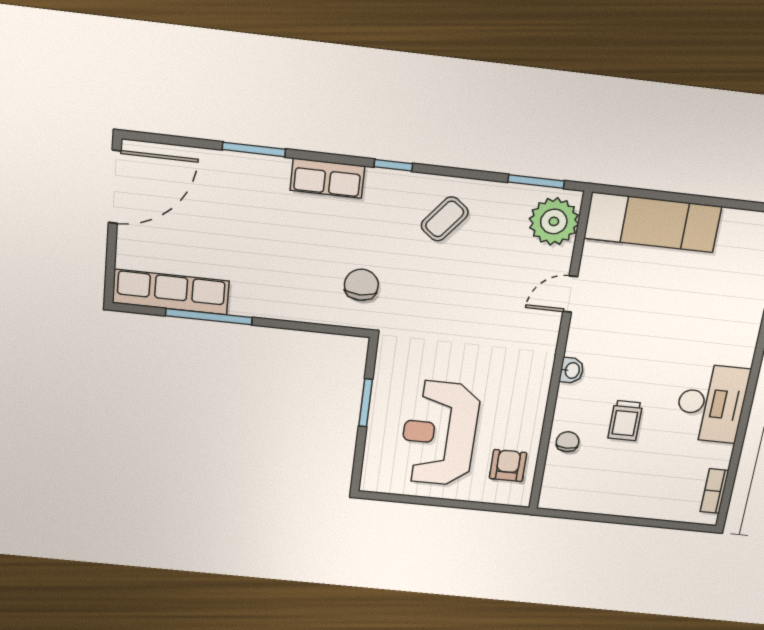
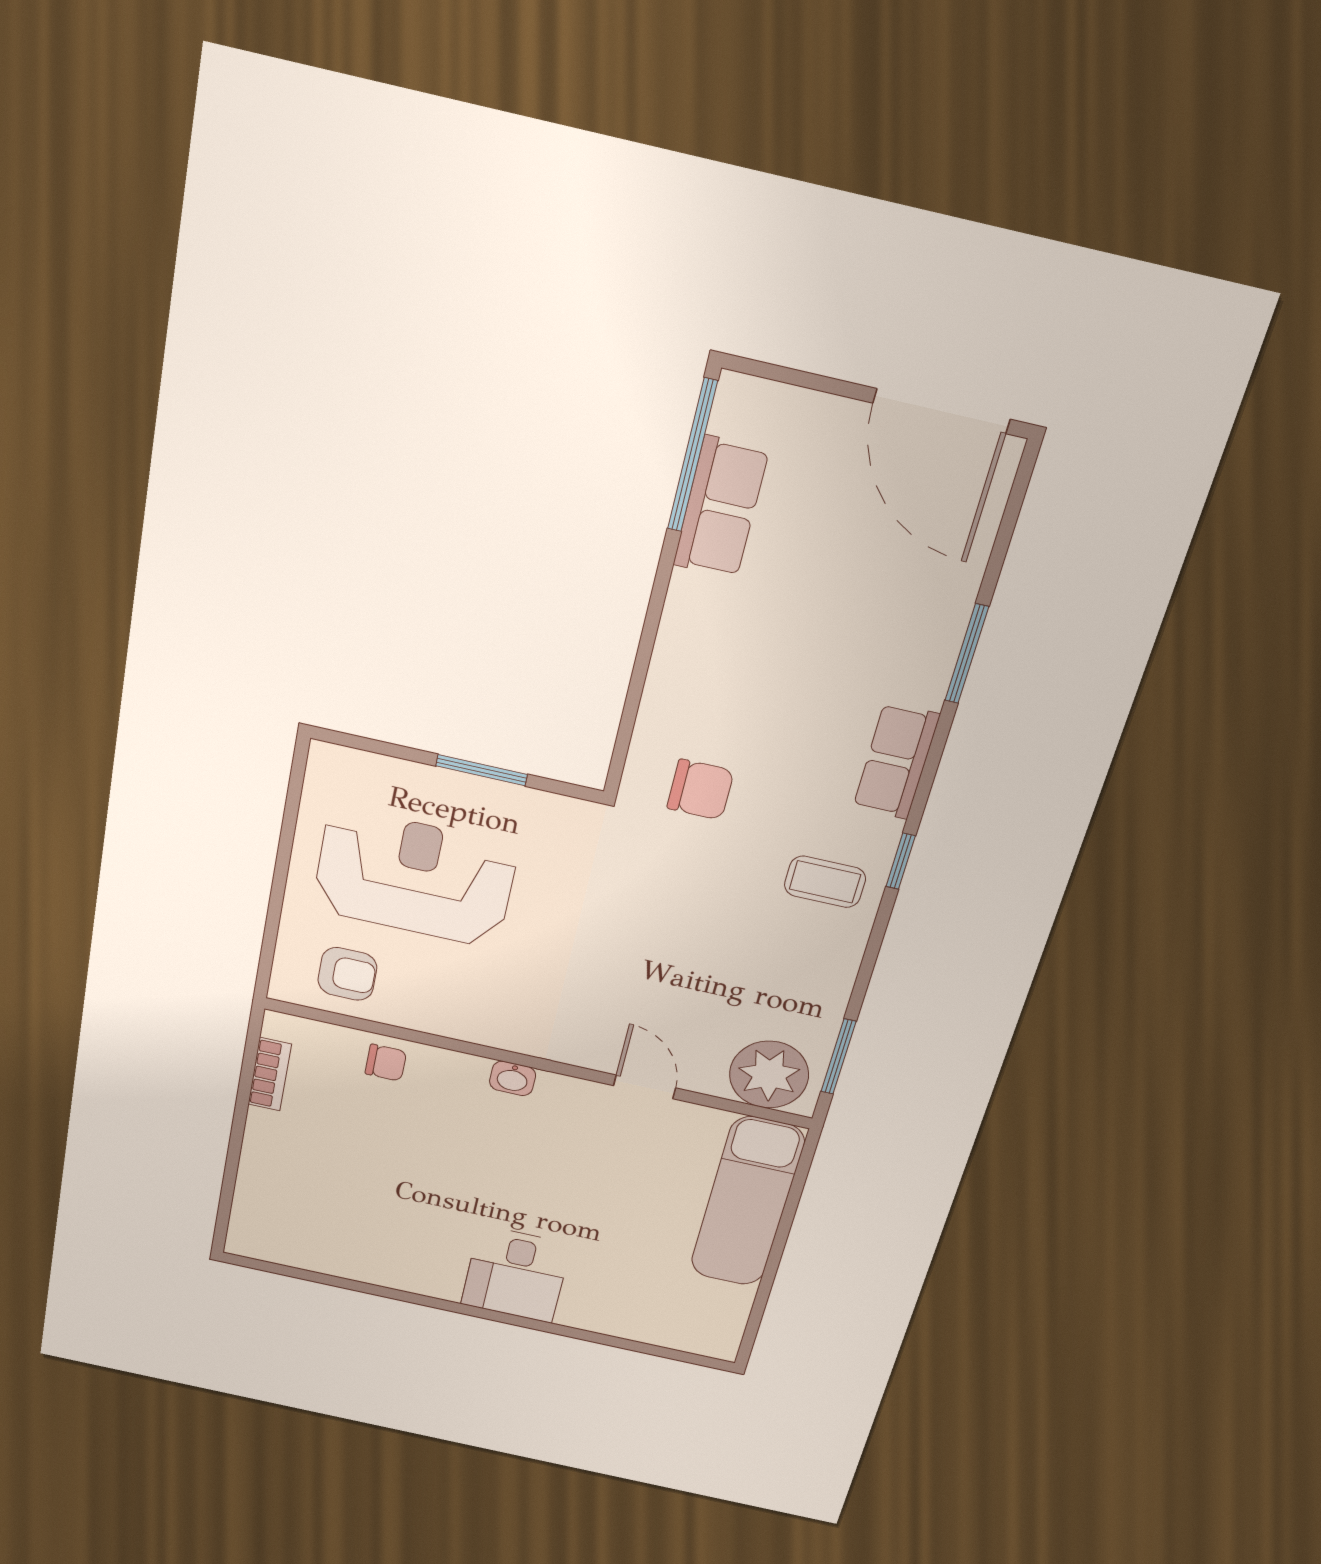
coffee table: (445, 219) -> (825, 882), moved, turned -38
row of seats: (171, 292) -> (721, 508), width x0.68
window: (209, 317) -> (692, 456), moved
desk: (711, 403) -> (516, 1274), moved, width x0.73
trolley: (625, 421) -> (418, 1144), removed
bookcase: (714, 491) -> (270, 1074), moved, turned 90

